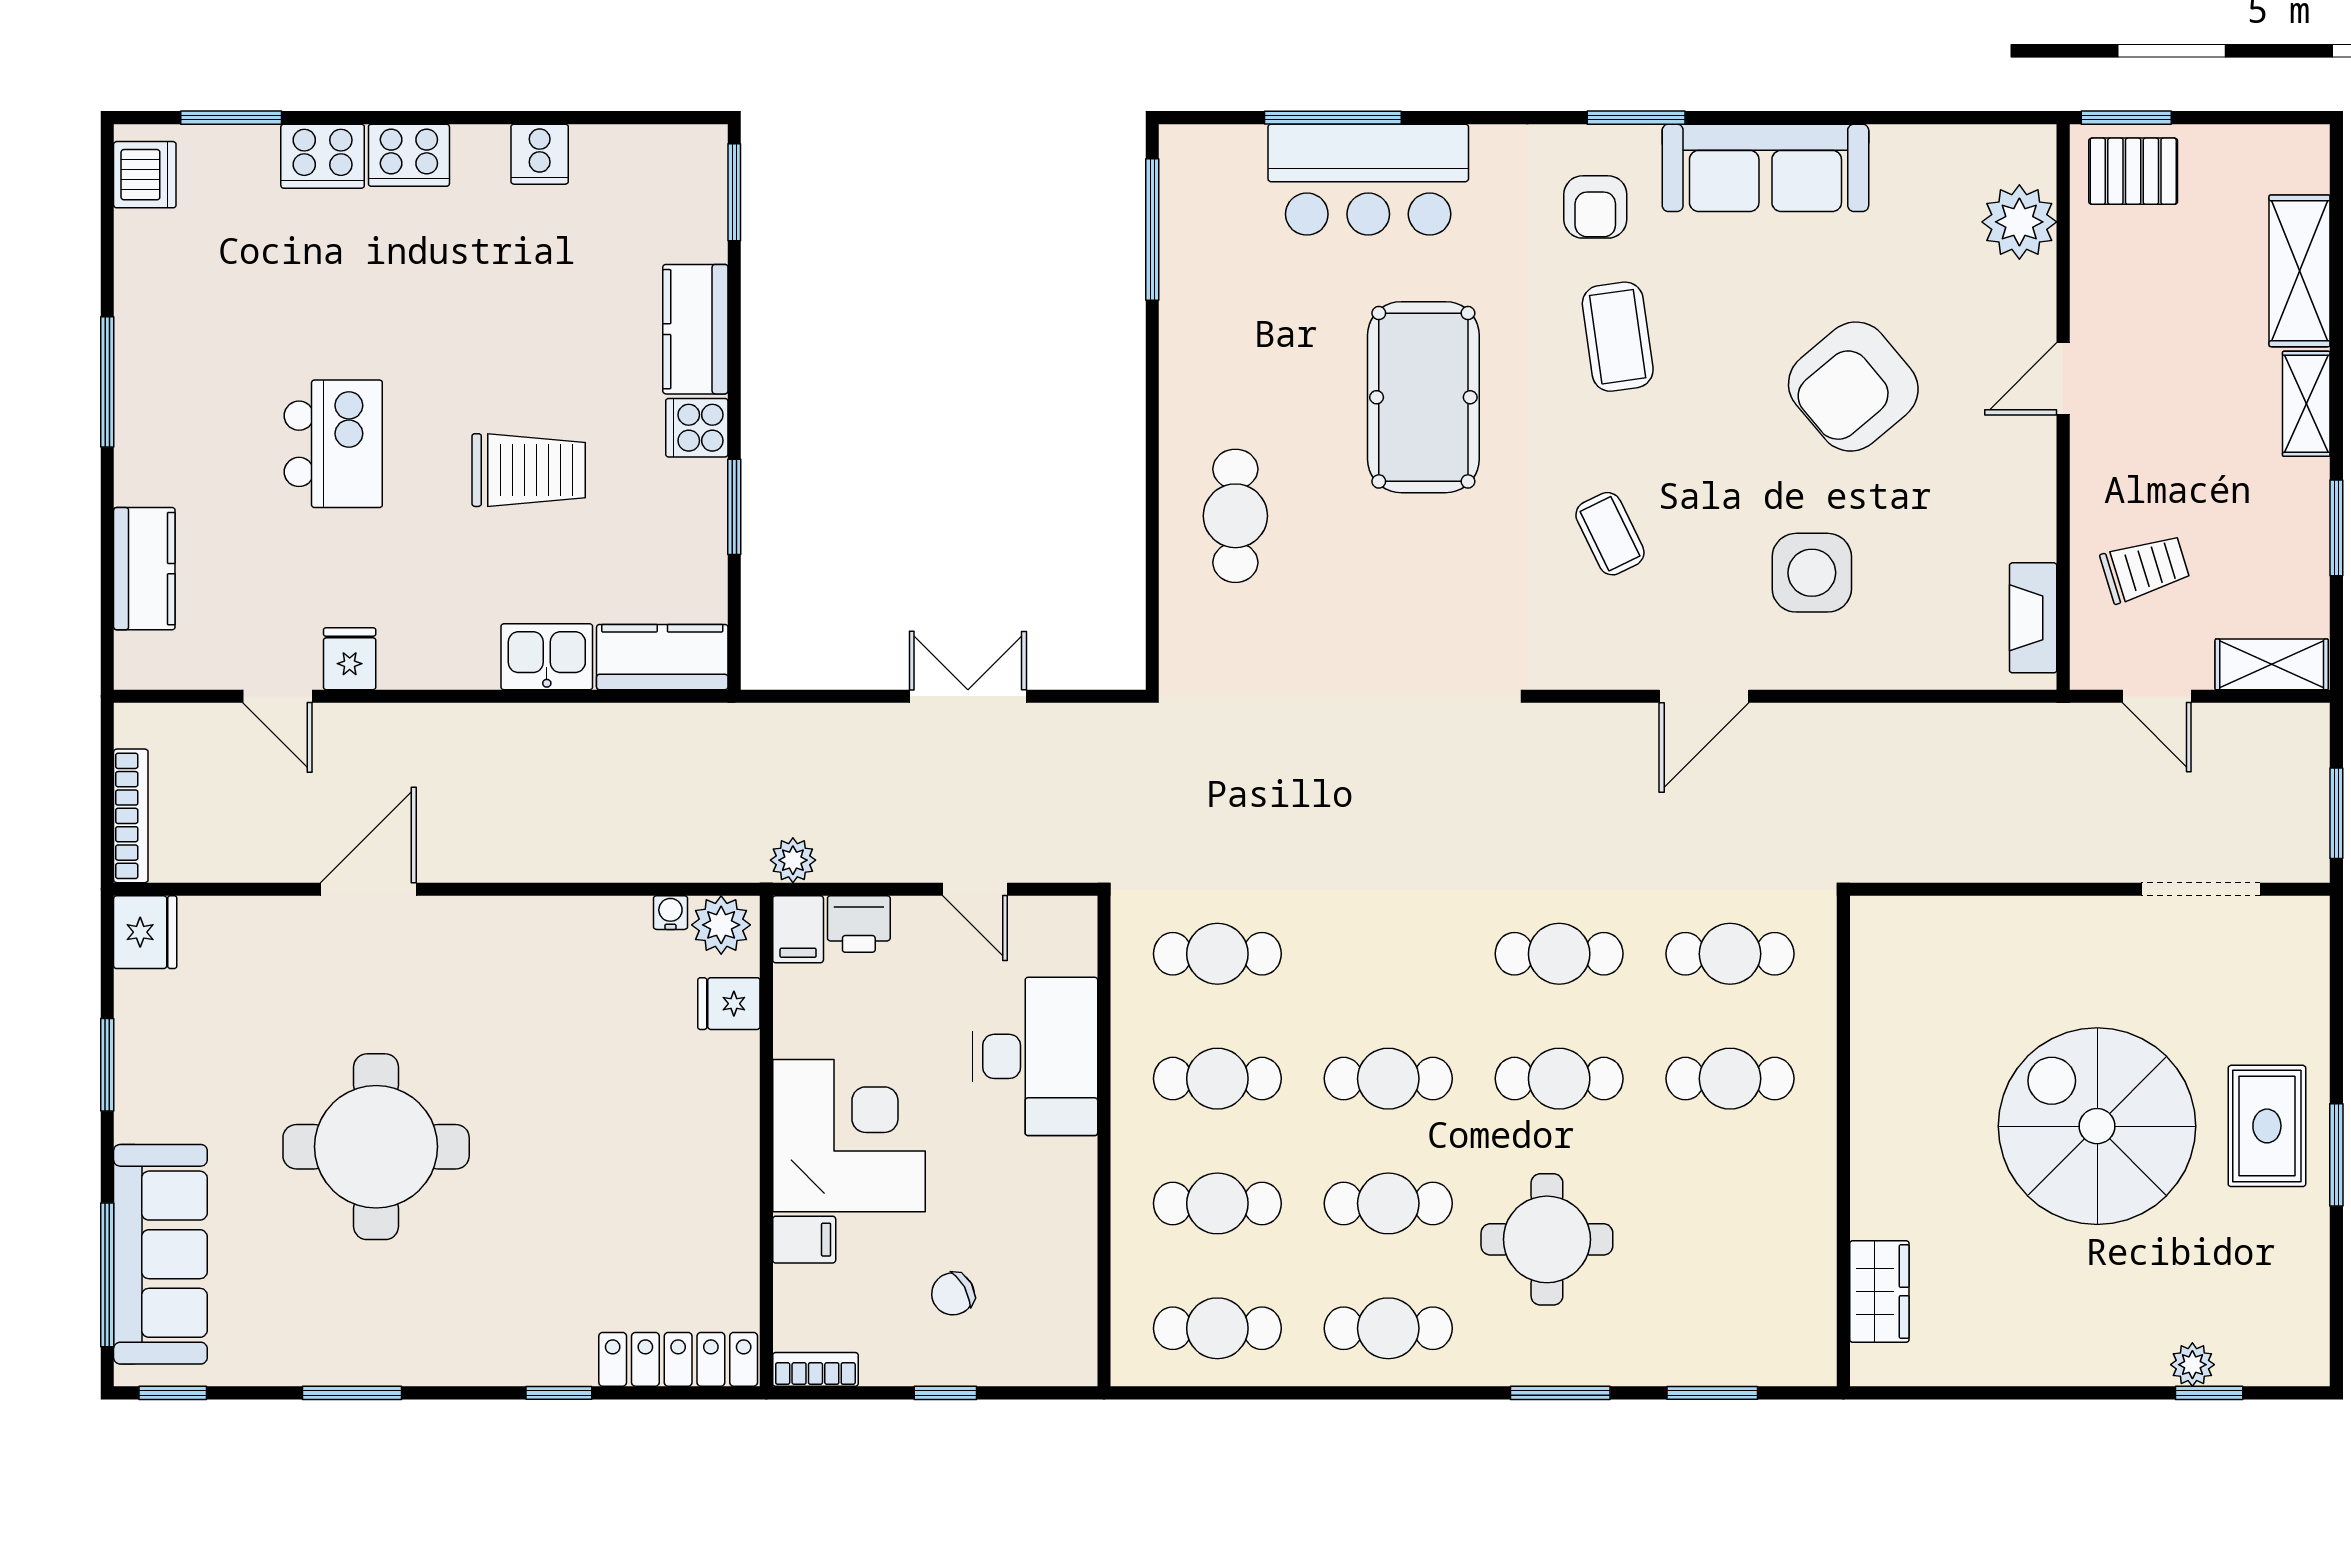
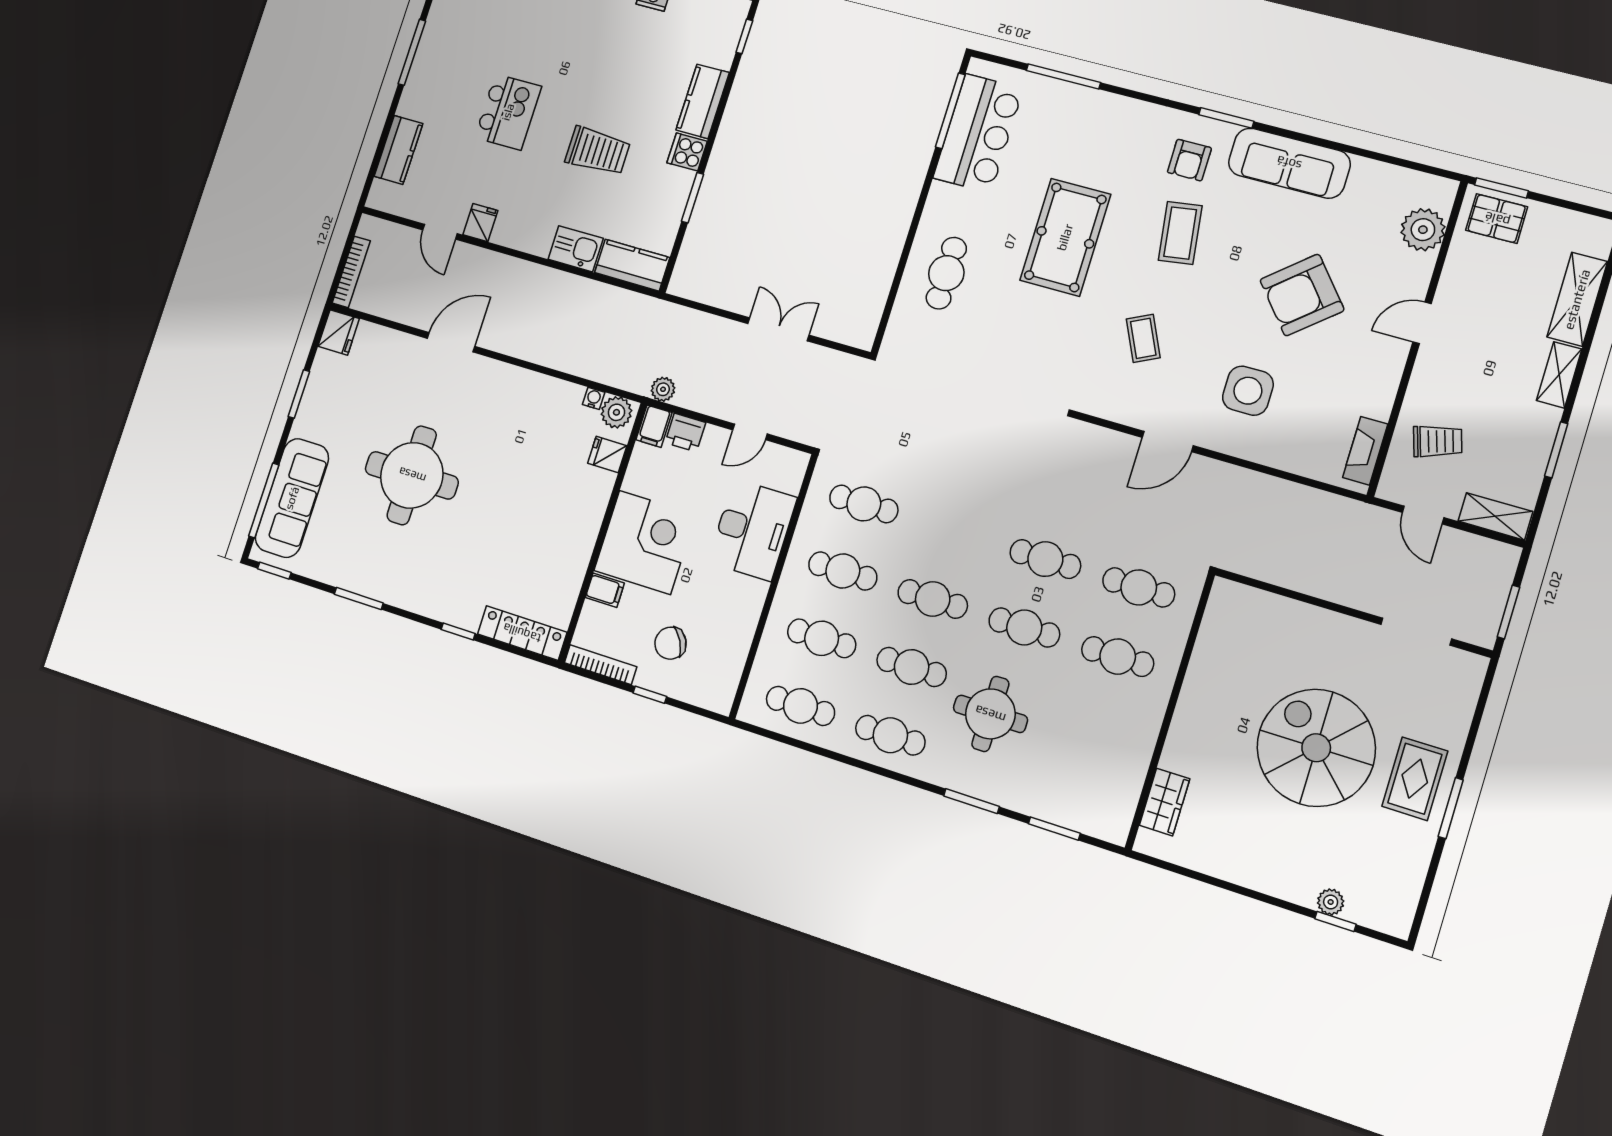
bar counter: (1368, 180) -> (978, 133), moved, turned -90
window: (734, 192) -> (744, 36), width x0.67
door: (975, 889) -> (750, 432), hinge flipped
chair: (953, 1294) -> (670, 643), width x1.37, depth x1.37
bookcase: (815, 1369) -> (600, 665), width x1.56

